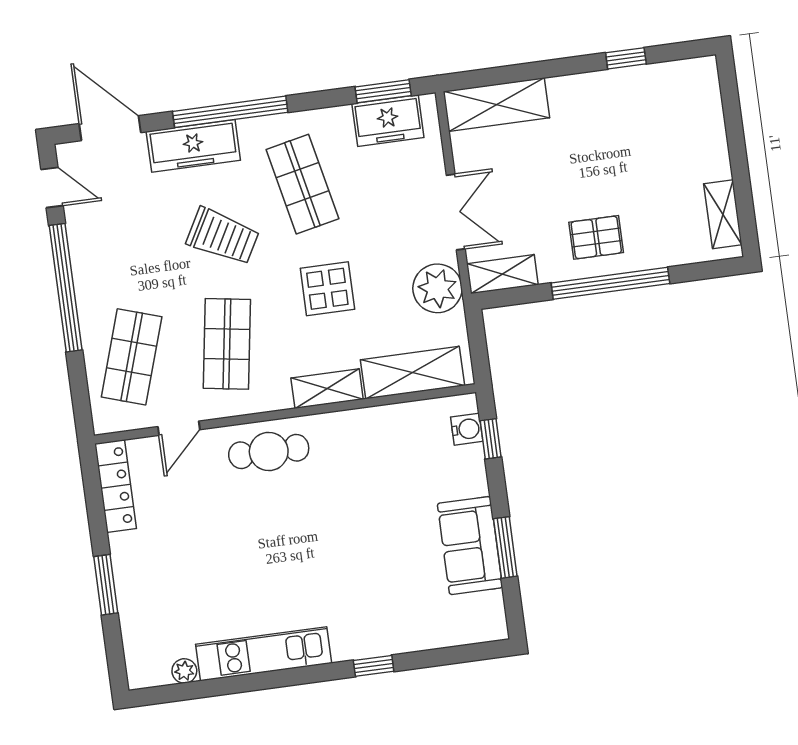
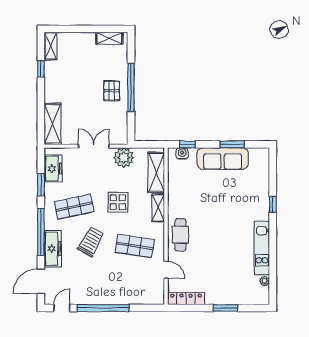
window: (383, 91) -> (41, 185), moved
shelving: (502, 274) -> (51, 46), moved
shop shelf: (132, 357) -> (135, 285), removed
sofa: (470, 546) -> (223, 159), width x1.36

